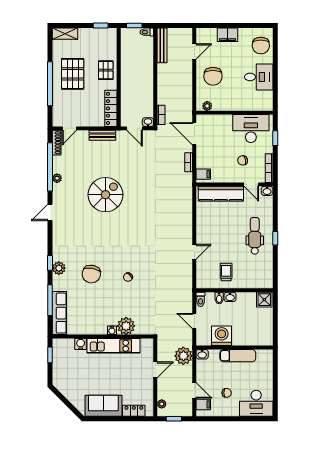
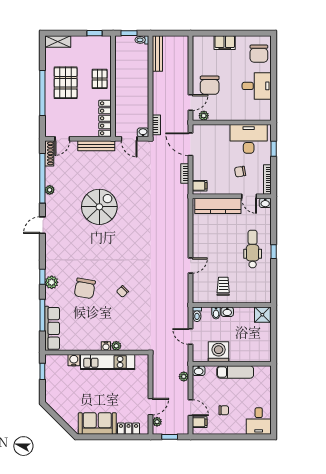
door: (194, 51) -> (191, 103), moved
bench: (102, 135) -> (96, 146), width x1.36
plant: (126, 326) -> (116, 346), width x0.53, depth x0.53
plant: (183, 356) -> (184, 377), width x0.53, depth x0.53
door: (155, 370) -> (151, 407), moved
desk: (256, 403) -> (259, 421), width x0.73

